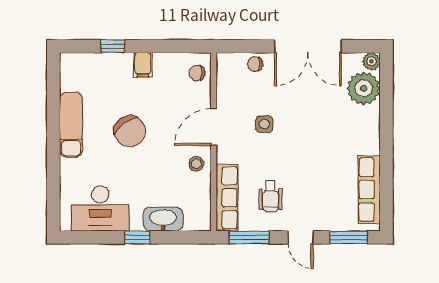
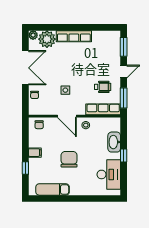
exam couch: (71, 125) -> (53, 189), moved
chair: (130, 131) -> (69, 159), turned -55
row of seats: (369, 190) -> (74, 36), moved

